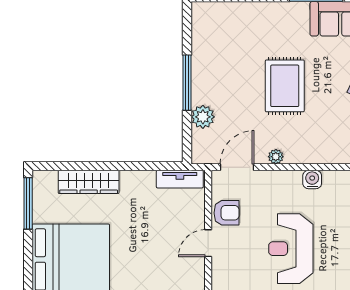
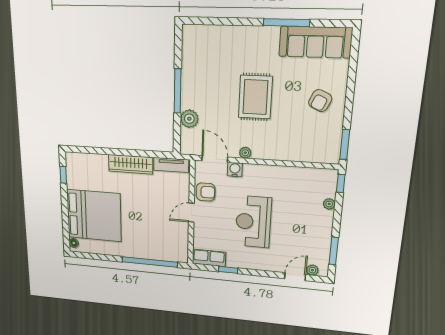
door: (237, 167) -> (215, 159), hinge flipped
water cooler: (312, 180) -> (235, 170), moved
wardrobe: (89, 182) -> (131, 164), moved
window: (28, 203) -> (63, 175), width x0.46

